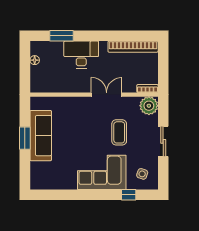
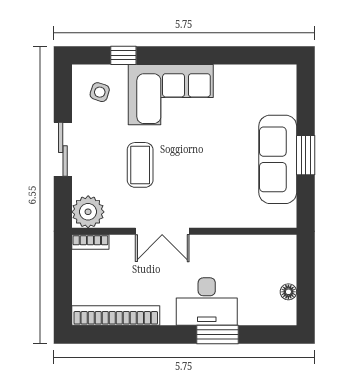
window: (61, 36) -> (218, 335), moved

